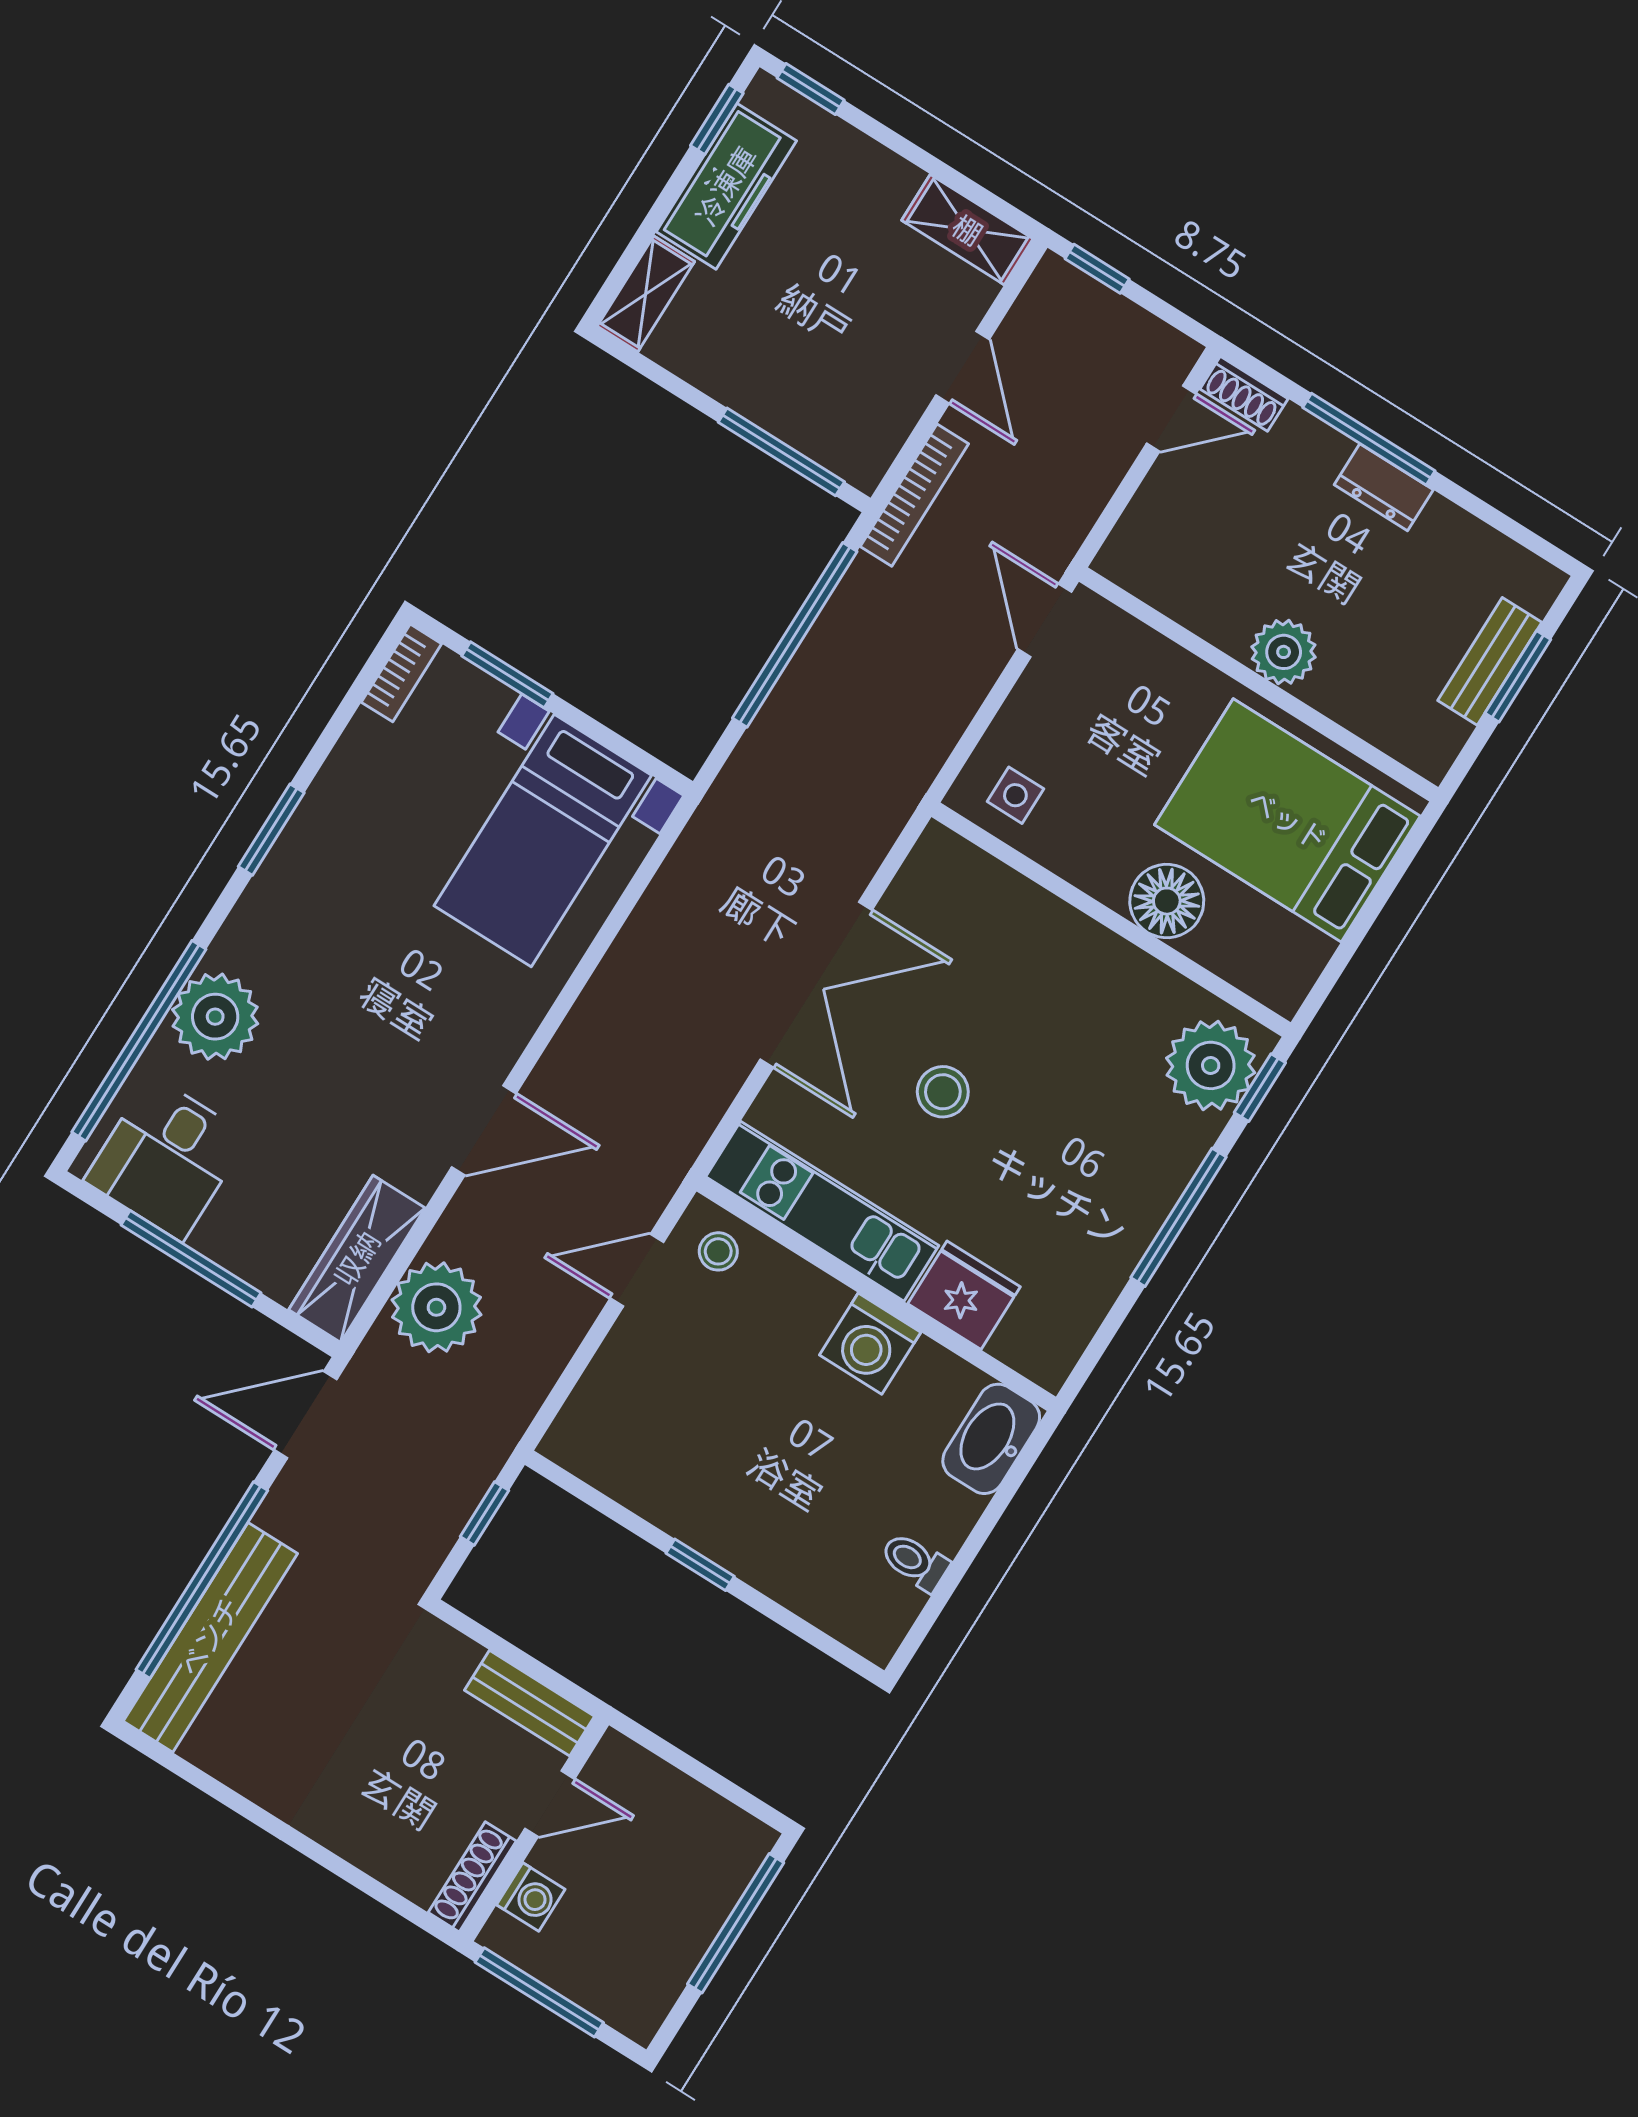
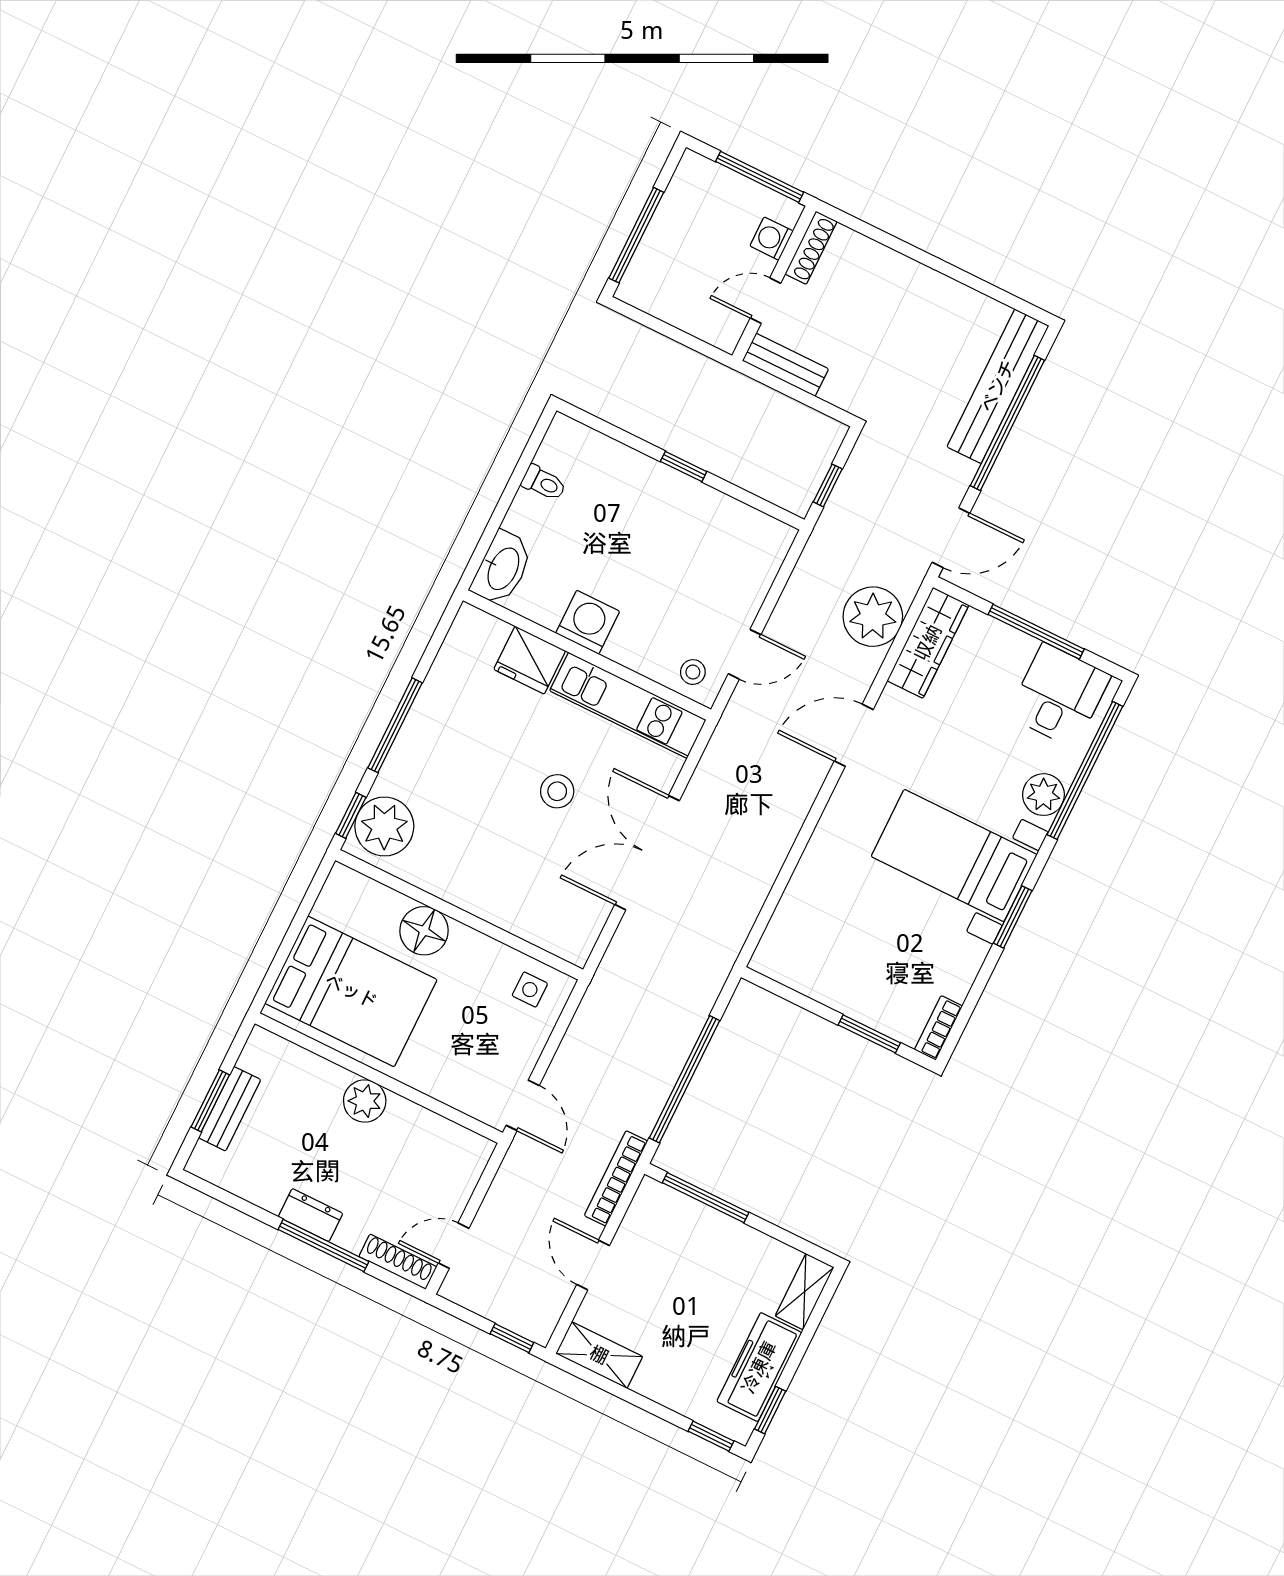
shoe rack: (1244, 394) -> (398, 1262), width x1.43
bed with nightstands: (543, 841) -> (954, 855), moved, turned -90
plant: (215, 1017) -> (1043, 795), width x0.73, depth x0.73

